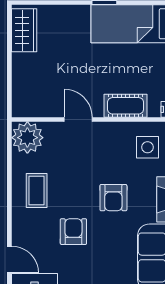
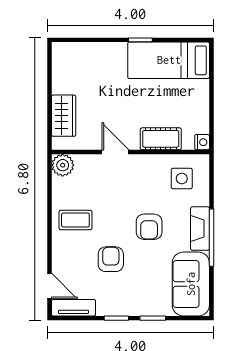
wardrobe: (24, 30) -> (64, 116), moved
plant: (27, 138) -> (63, 165), width x0.73, depth x0.73
coffee table: (37, 191) -> (75, 220), turned 90

